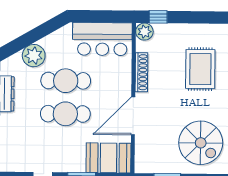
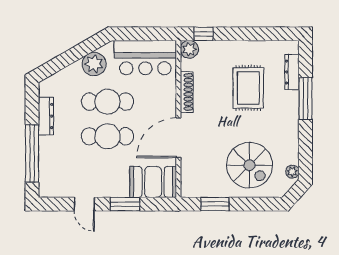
plant: (34, 56) -> (94, 64), moved

